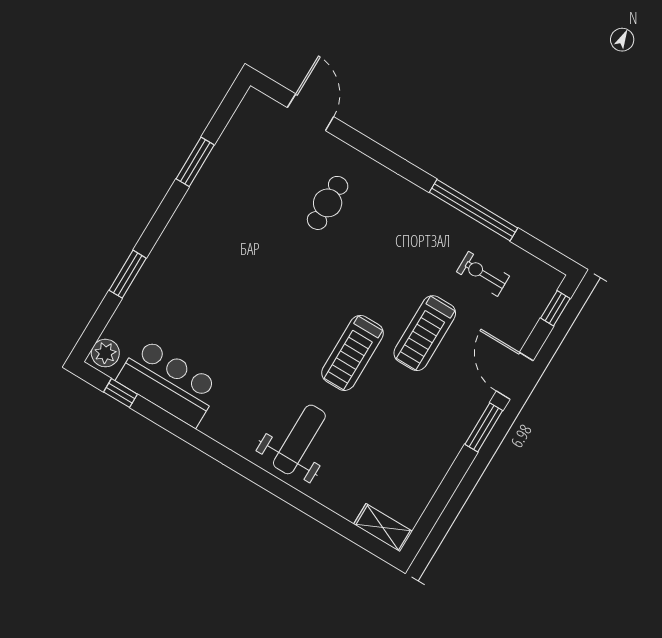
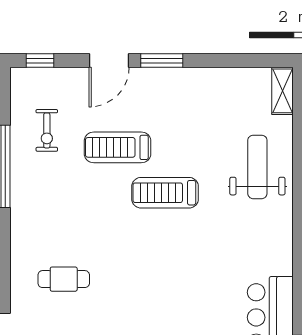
treadmill: (425, 333) -> (118, 147), turned 180
treadmill: (352, 353) -> (165, 193), turned 180
weight bench: (299, 439) -> (257, 167), moved, turned 90

